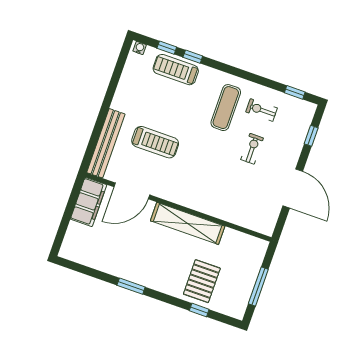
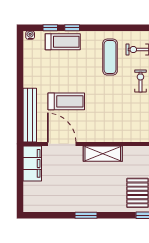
treadmill: (176, 70) -> (63, 42), turned 180
door: (132, 191) -> (62, 144), swing flipped
shelving: (188, 223) -> (103, 154), width x0.68

